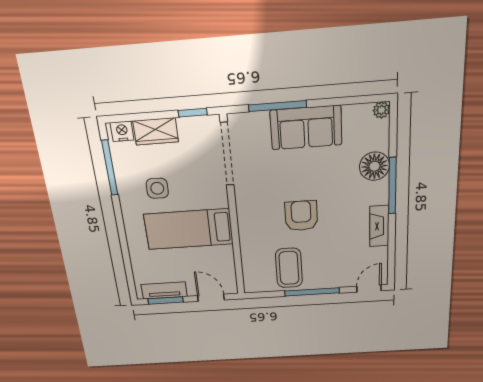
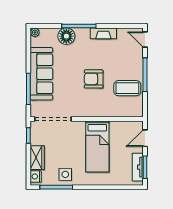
sofa: (306, 128) -> (41, 74), width x1.36
side table: (157, 188) -> (65, 174), moved

